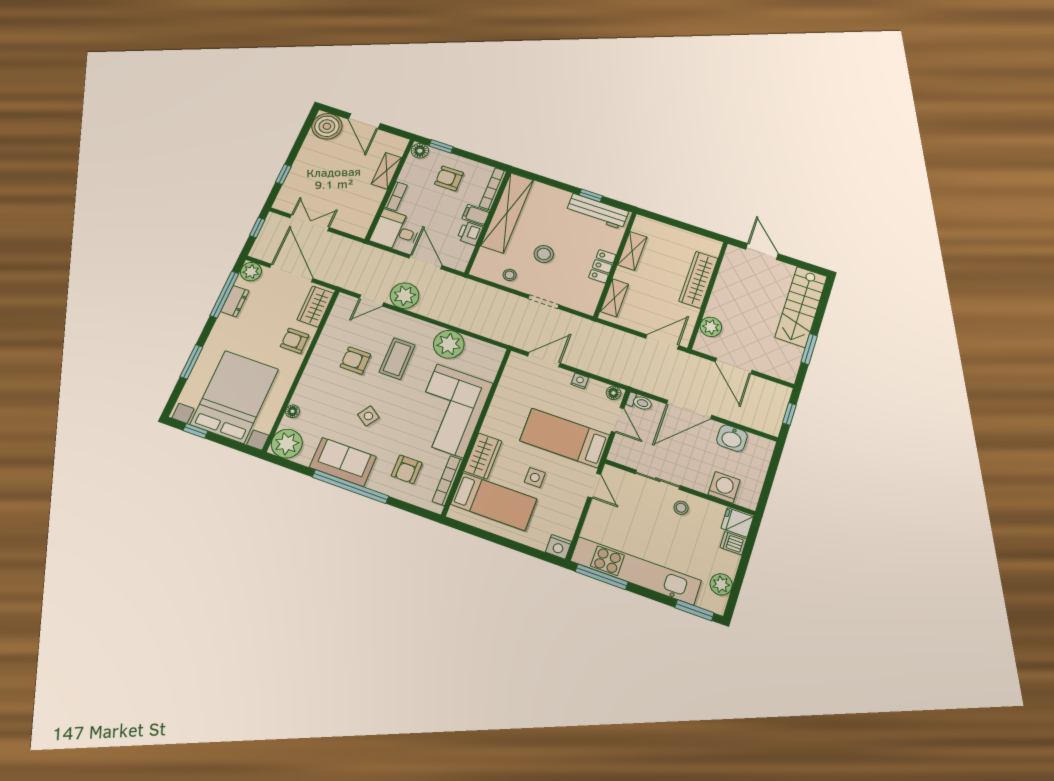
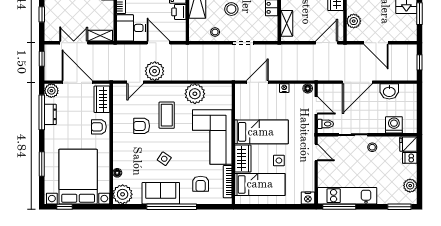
shelving: (350, 226) -> (100, 36), added
toilet: (639, 402) -> (325, 124), moved
bed: (565, 438) -> (261, 132), moved, turned 180
kitchen unit: (636, 571) -> (347, 196), width x0.73

